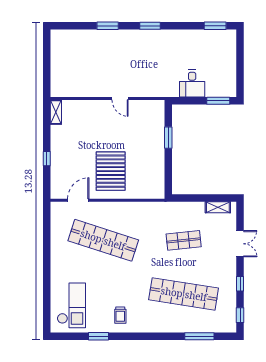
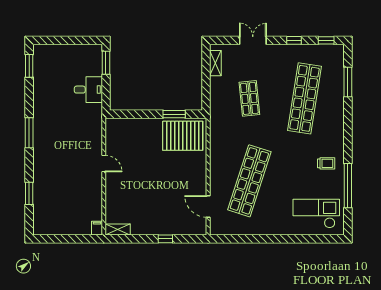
window: (108, 26) -> (29, 193), moved
window: (150, 26) -> (29, 133), width x1.44
filing cabinet: (57, 92) -> (97, 228), added
door: (120, 99) -> (104, 164), hinge flipped
window: (168, 138) -> (174, 114), moved
pallet: (111, 171) -> (183, 136), moved
window: (99, 336) -> (348, 186), width x2.11

